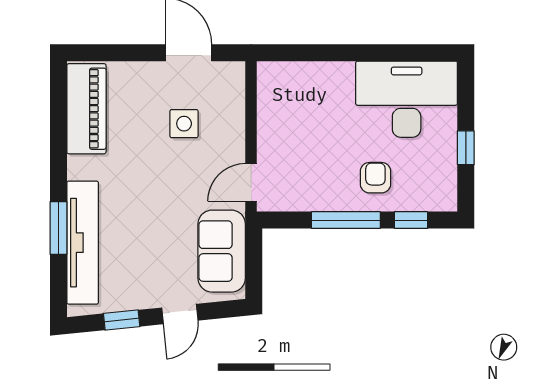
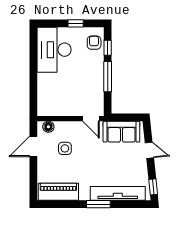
floor lamp: (233, 86) -> (48, 127), added
armchair: (375, 178) -> (94, 43), moved, turned 90
window: (58, 228) -> (98, 204), moved
window: (122, 320) -> (153, 187), moved

